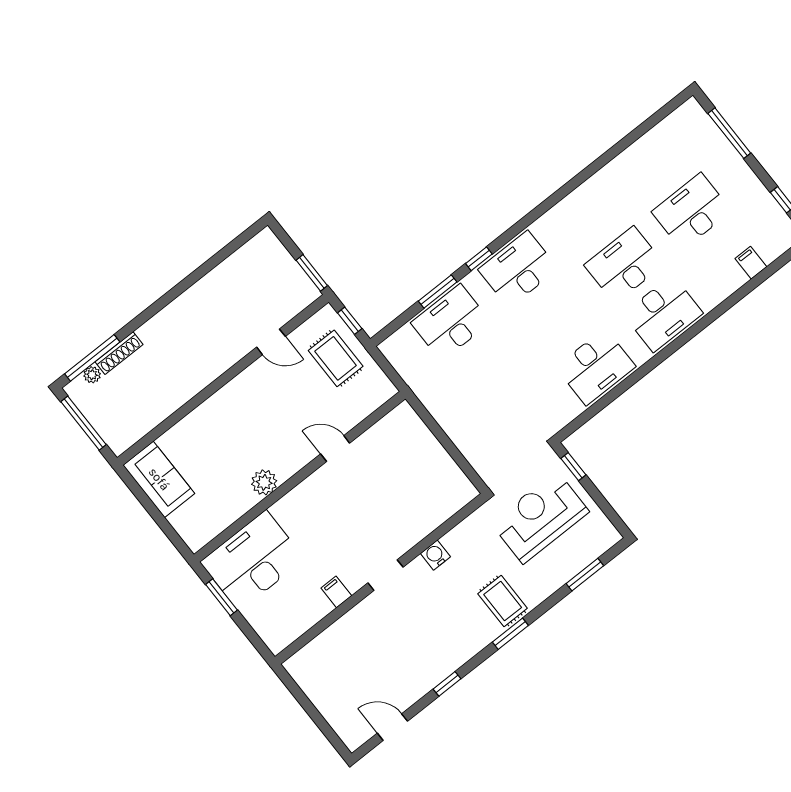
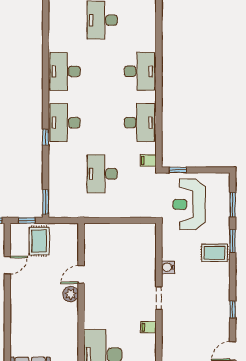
filing cabinet: (751, 263) -> (148, 160), moved
desk: (624, 265) -> (65, 71), moved
window: (438, 291) -> (46, 202), moved
desk: (451, 322) -> (102, 174), moved
rug: (336, 358) -> (39, 241), turned 90
plant: (264, 482) -> (71, 294), moved
window: (510, 634) -> (233, 241), moved

